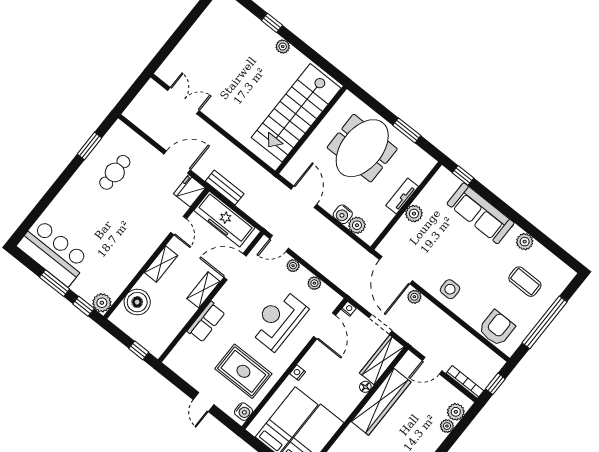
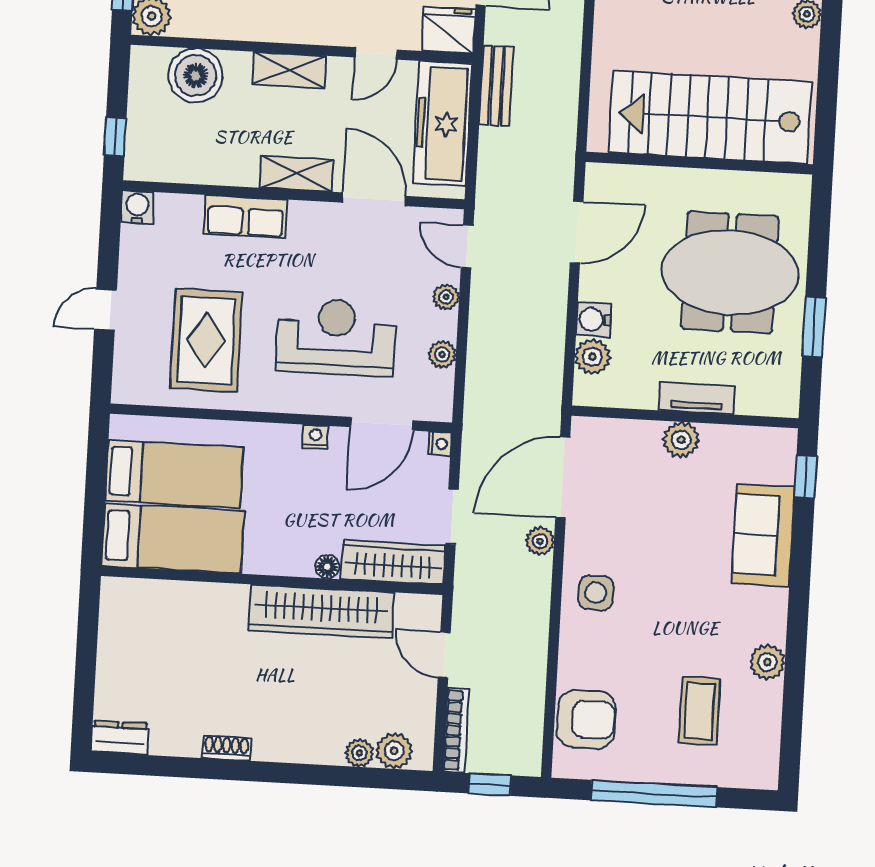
sofa: (481, 213) -> (763, 535), width x0.73
nightstand: (298, 373) -> (316, 437), moved
water cooler: (243, 412) -> (137, 207), moved, turned 180

